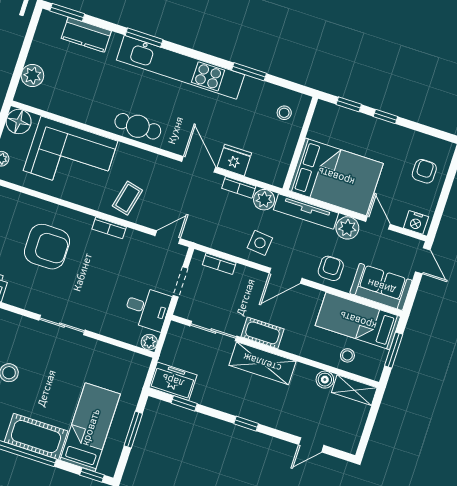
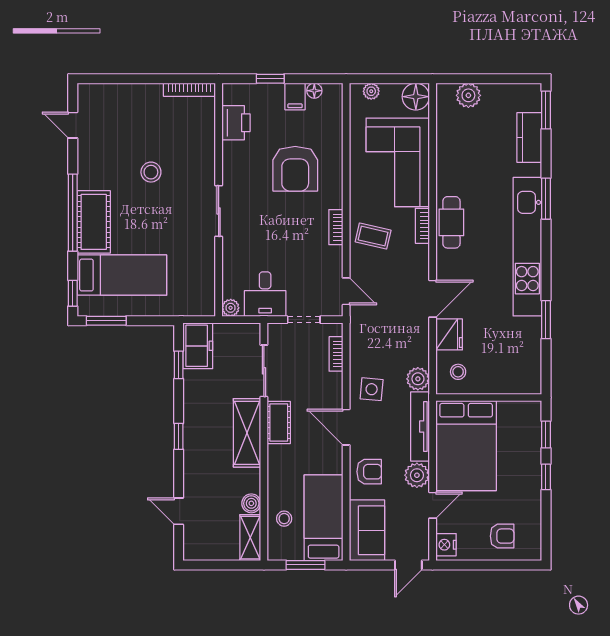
stool: (284, 113) -> (458, 372), moved
bookcase: (239, 187) -> (422, 226), moved
window: (133, 430) -> (106, 321), moved

